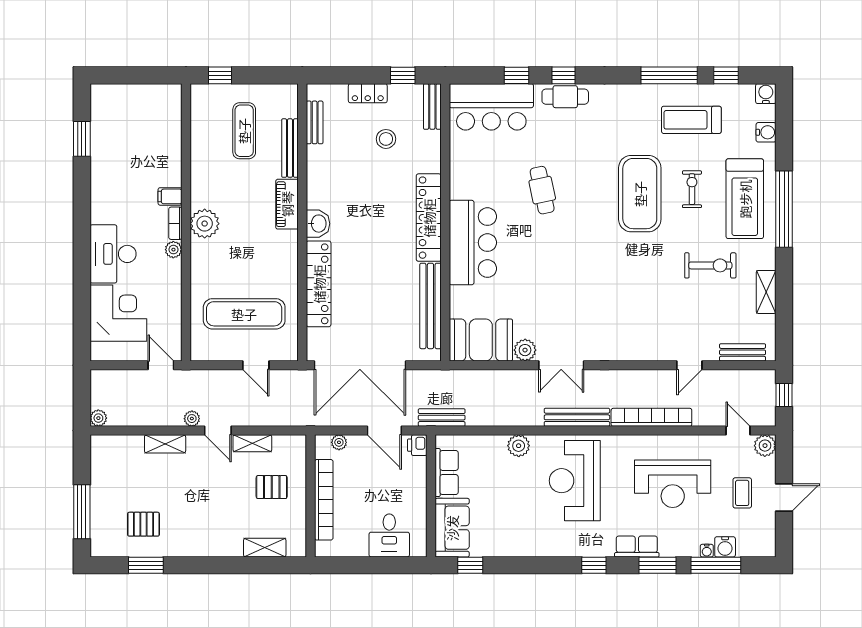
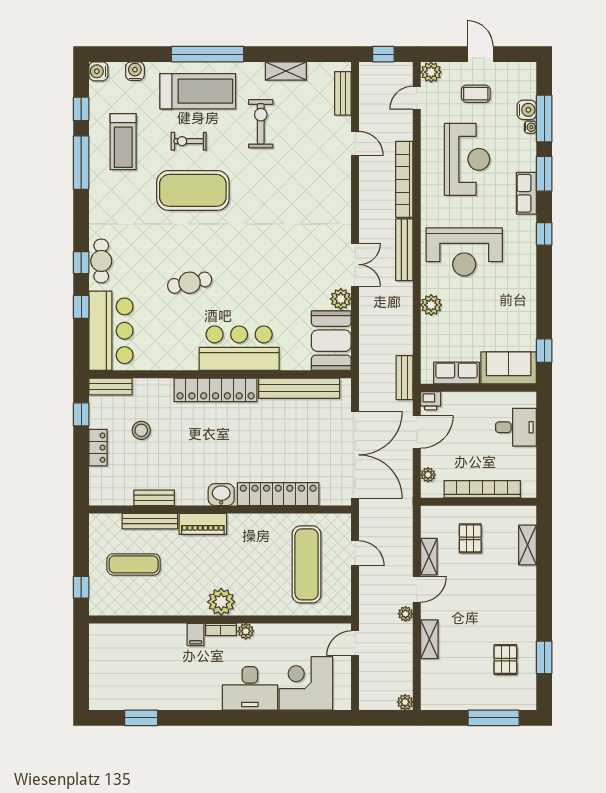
bench: (315, 122) -> (154, 498), moved
door: (256, 365) -> (355, 553), hinge flipped

